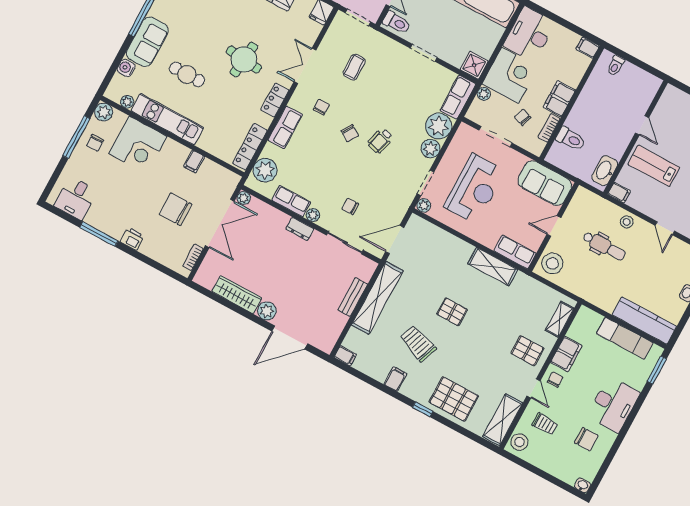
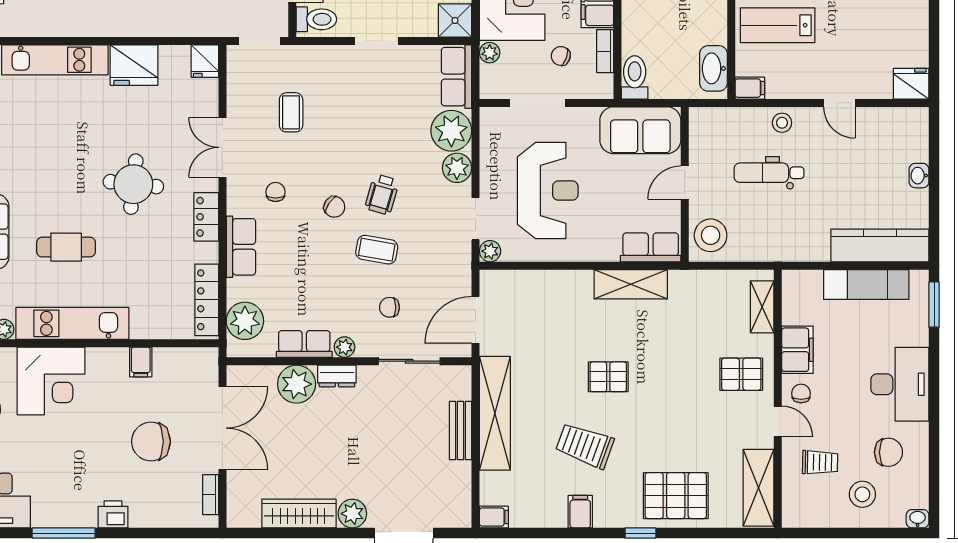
toilet: (571, 139) -> (635, 77), moved, turned -90
coffee table: (361, 170) -> (377, 250), added
plant: (244, 198) -> (297, 384), moved, width x1.88, depth x1.88
dental chair: (604, 246) -> (769, 173), turned 180
stool: (519, 442) -> (862, 494), moved

